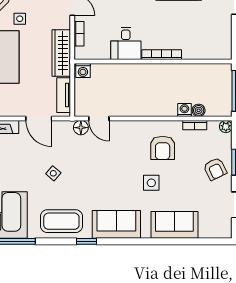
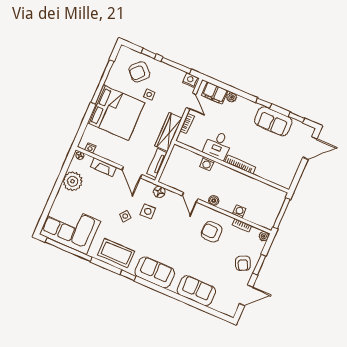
washing machine: (83, 71) -> (207, 164), moved
boiler: (199, 110) -> (214, 201), moved
door: (99, 118) -> (190, 197), moved
armchair: (163, 148) -> (212, 232), turned 90
side table: (151, 183) -> (148, 211), moved

